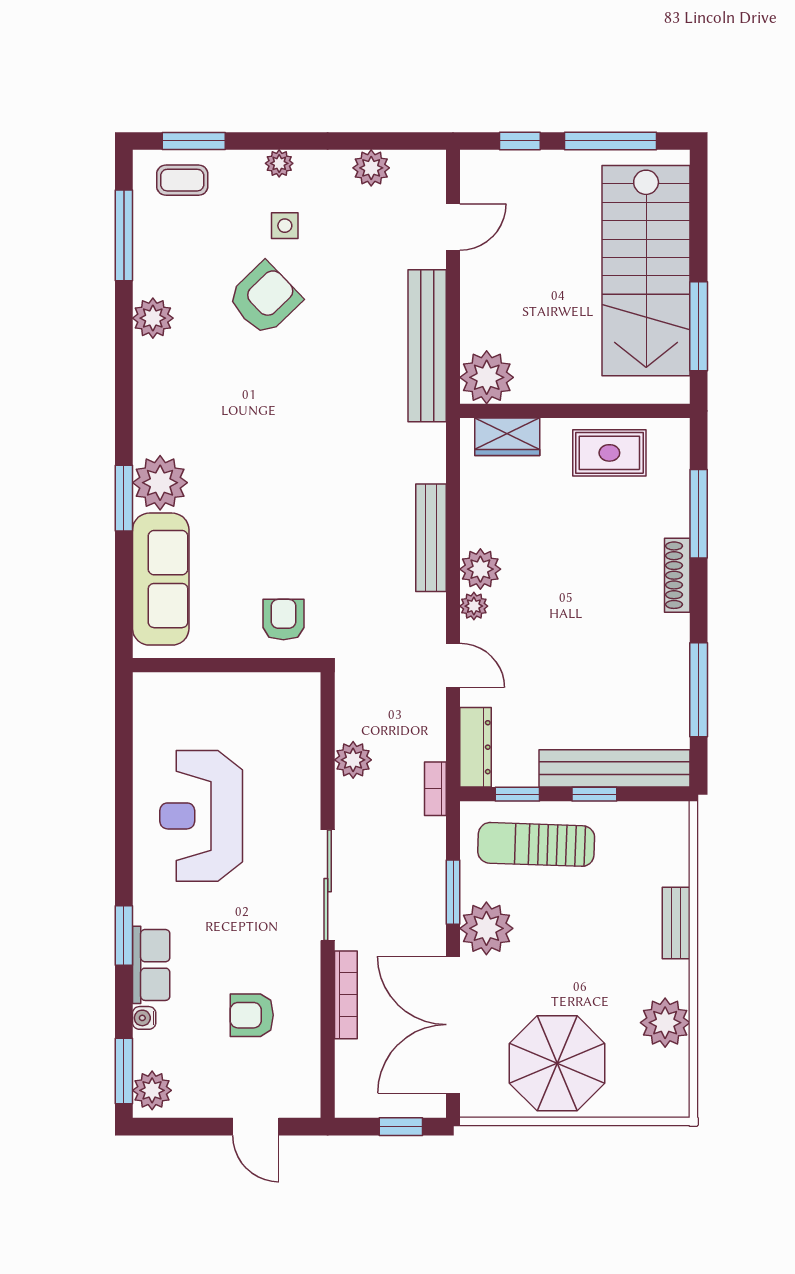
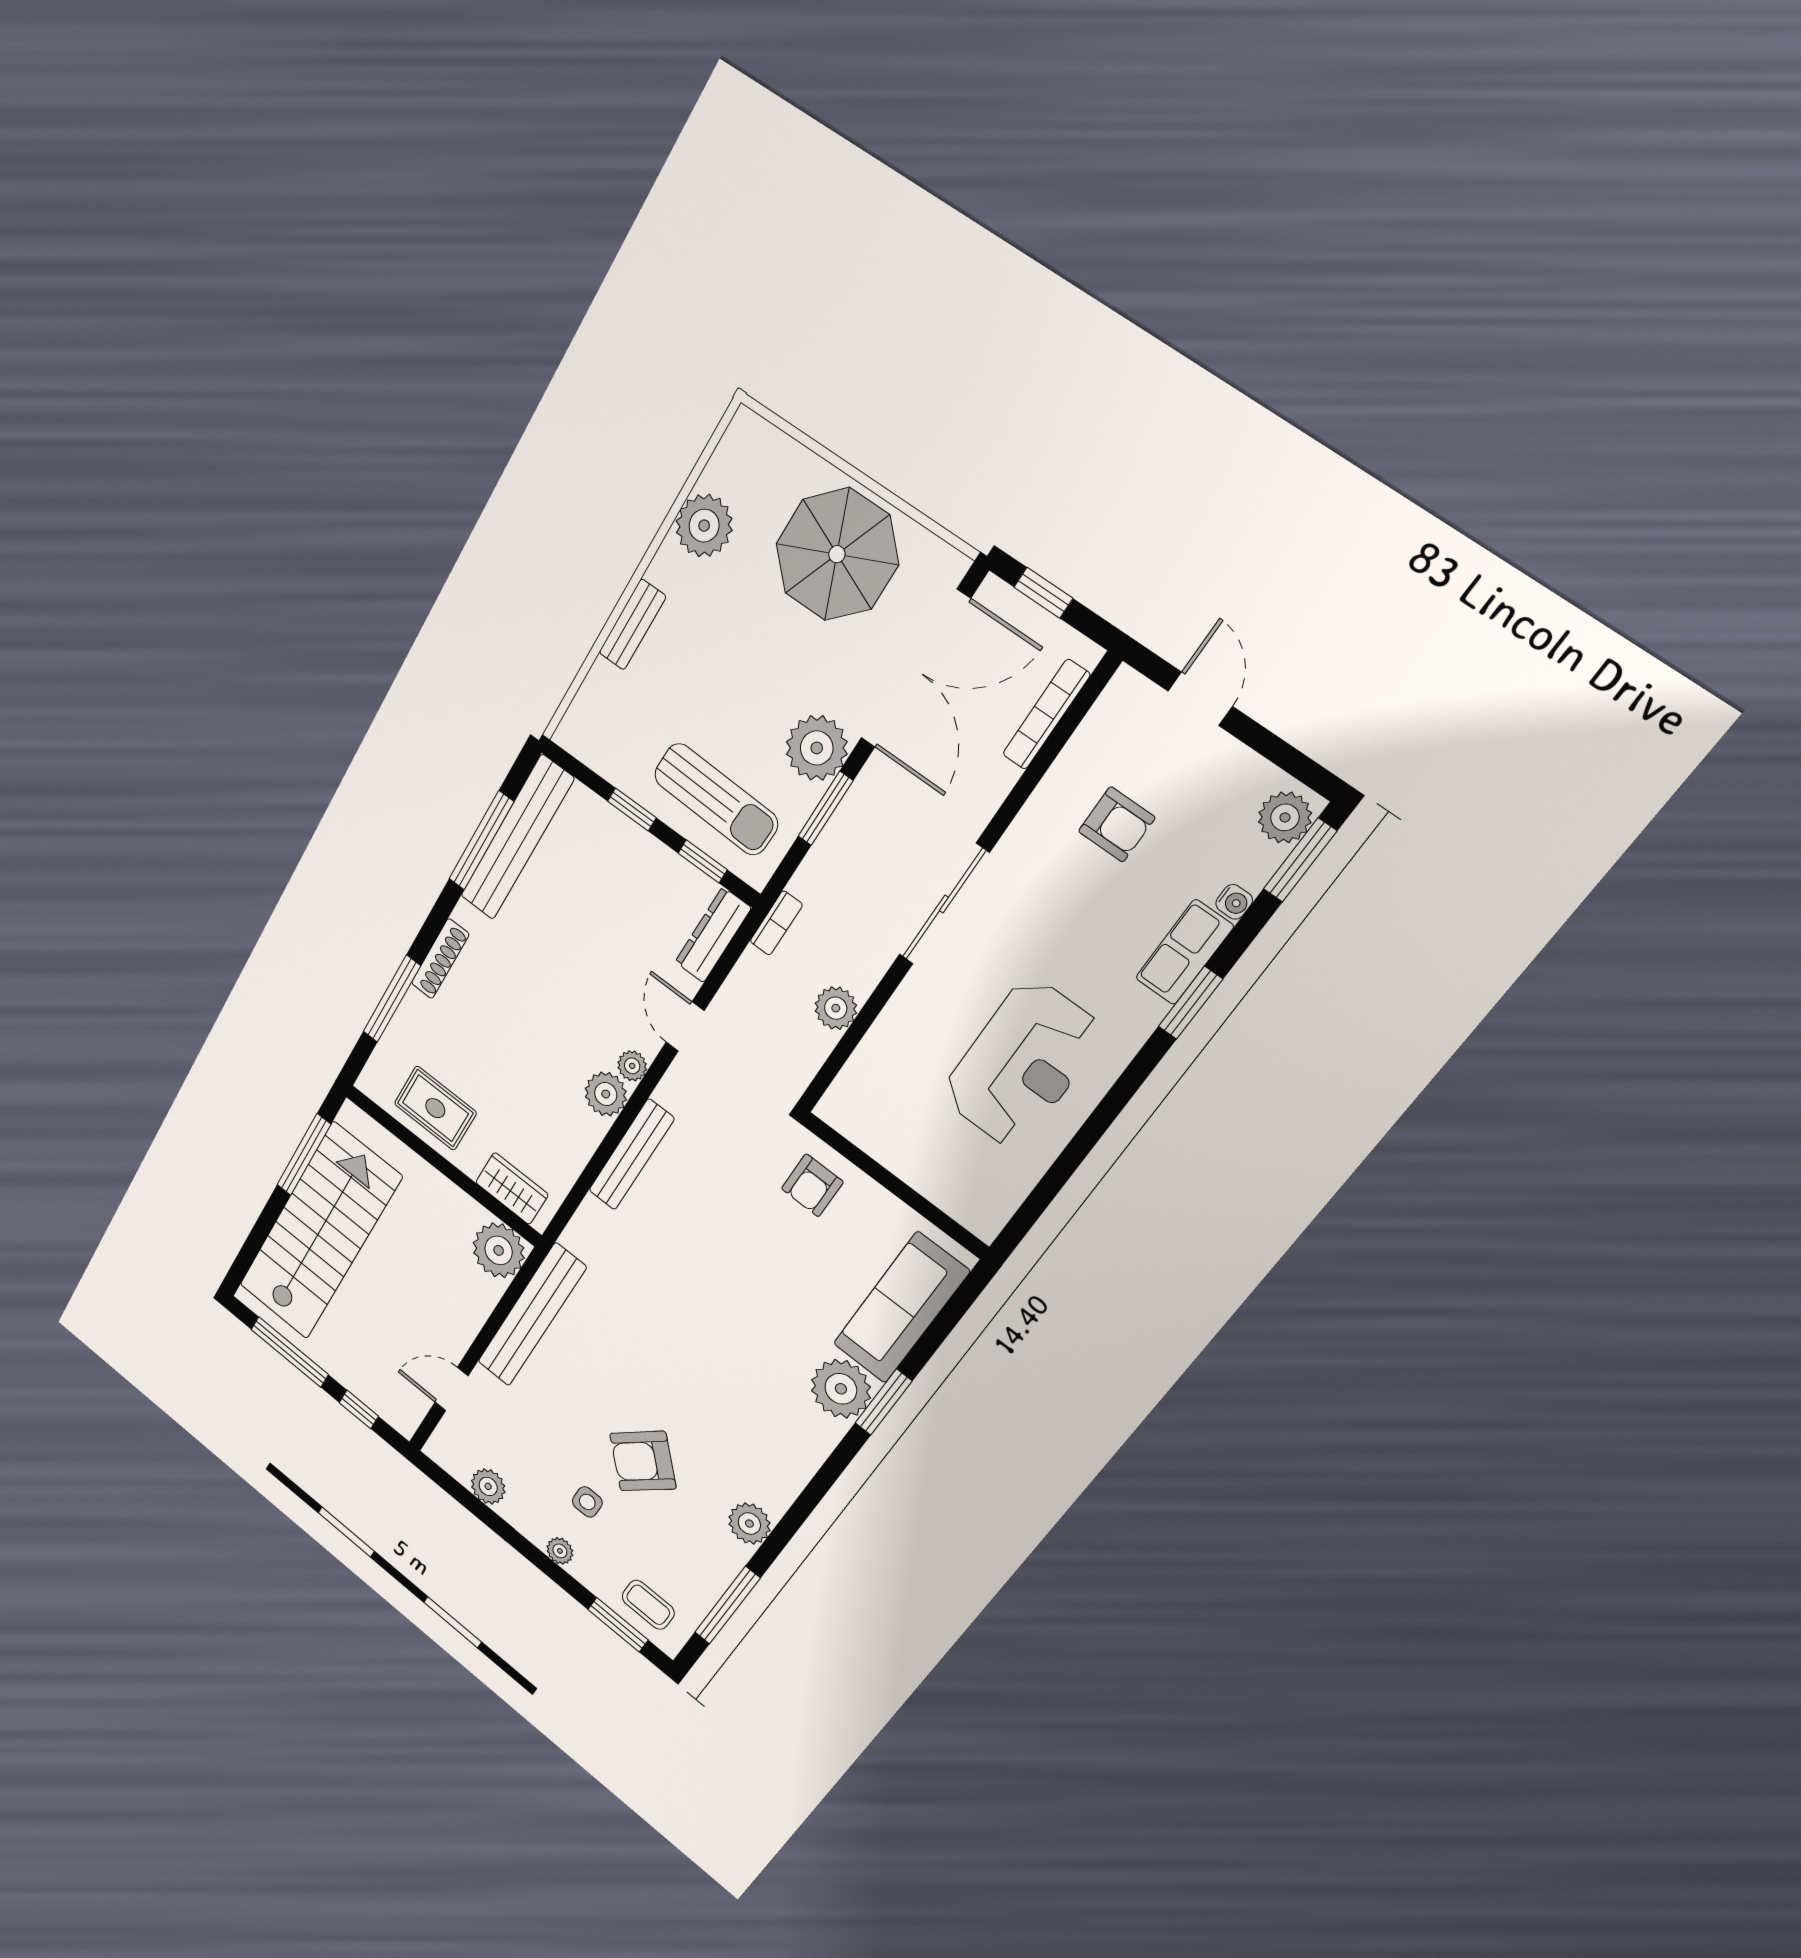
bench: (614, 768) -> (517, 838), moved, turned 90
bookcase: (346, 995) -> (1046, 714), moved

